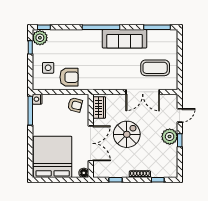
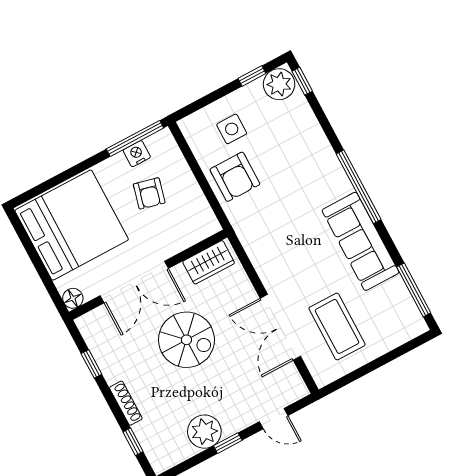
nightstand: (37, 99) -> (137, 154), moved
armchair: (75, 105) -> (149, 193), moved
plant: (170, 137) -> (204, 432), moved

